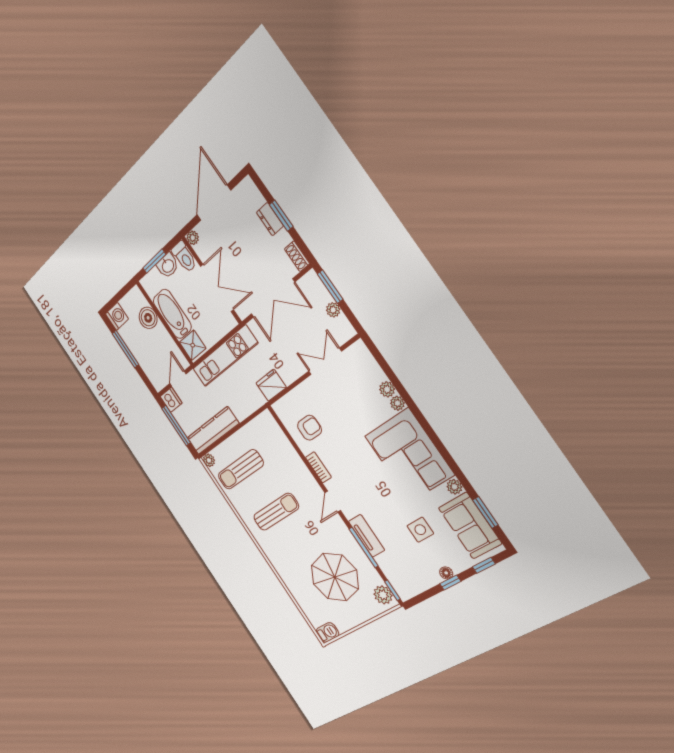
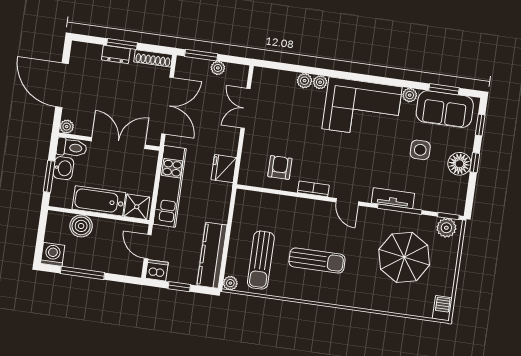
shoe rack: (297, 256) -> (153, 58), width x1.43
window: (176, 425) -> (179, 287), width x0.46
sun lounger: (276, 512) -> (317, 260), turned 90
floor lamp: (446, 573) -> (459, 164), width x1.89, depth x1.89

